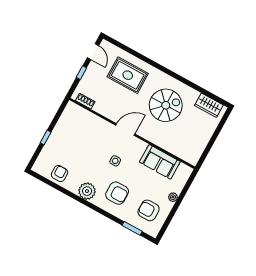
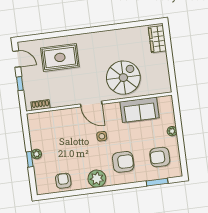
spiral stairs: (166, 105) -> (123, 78), moved
wardrobe: (209, 105) -> (157, 39), moved, turned 90
door: (125, 130) -> (91, 104), swing flipped
plant: (54, 137) -> (36, 154), added

